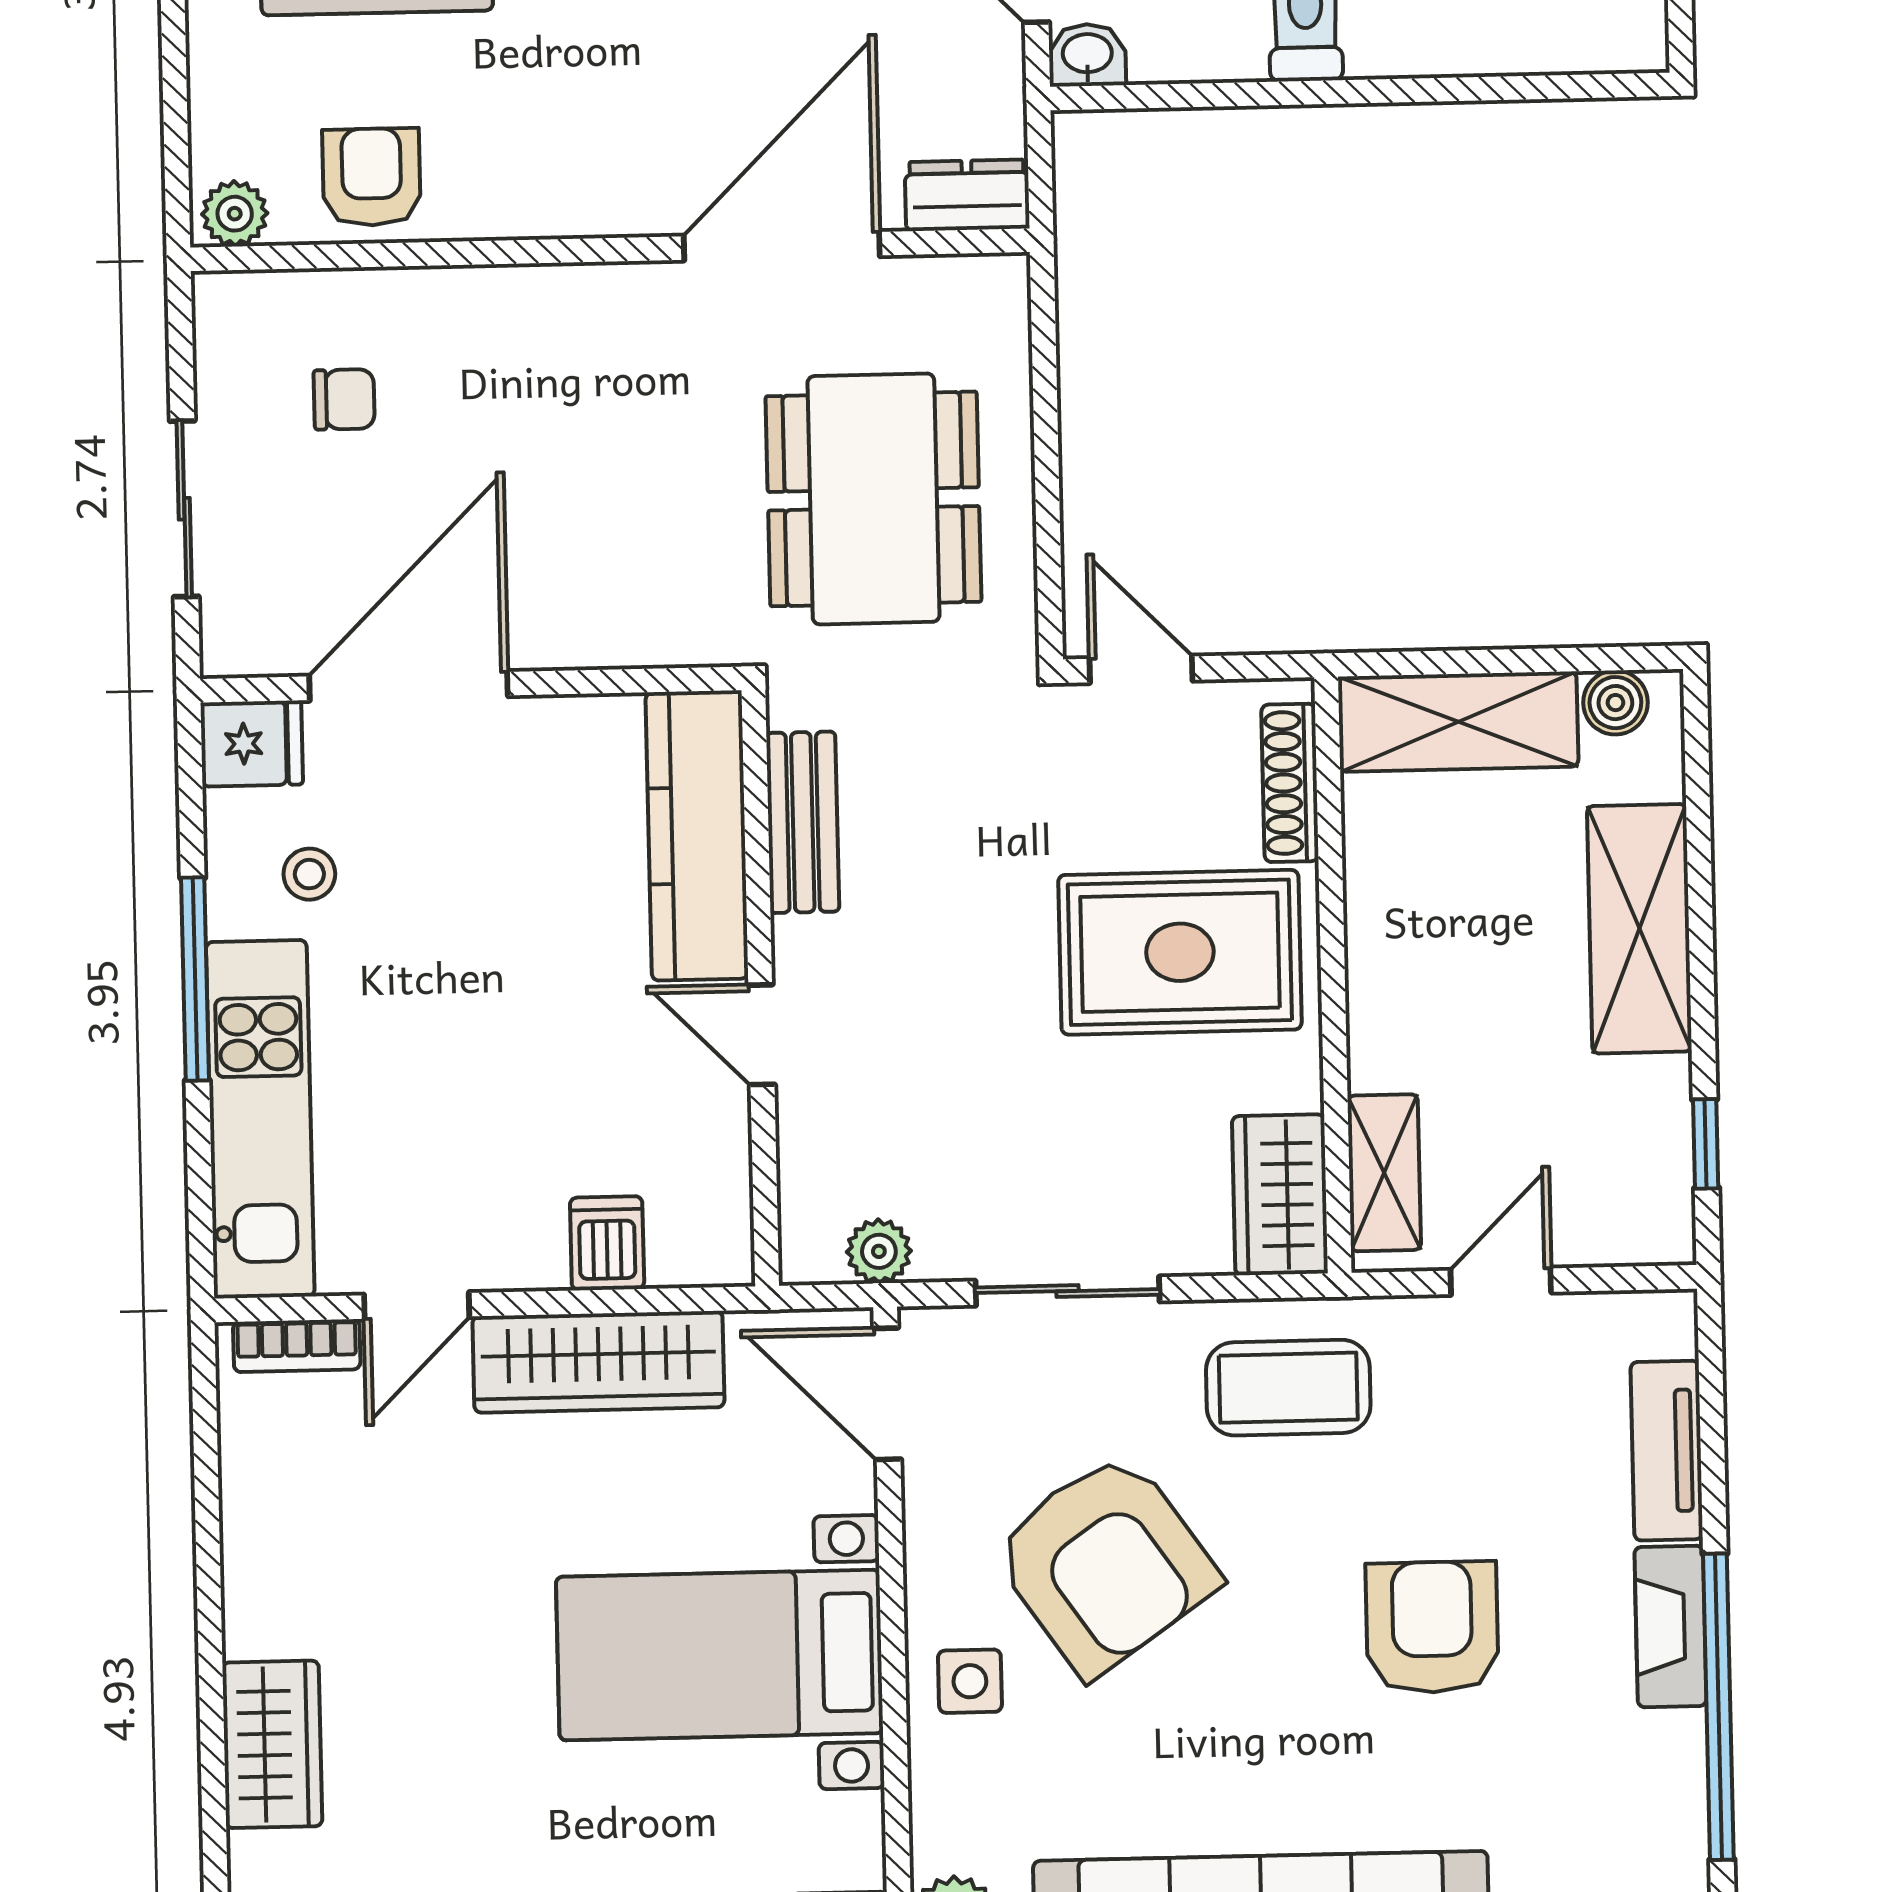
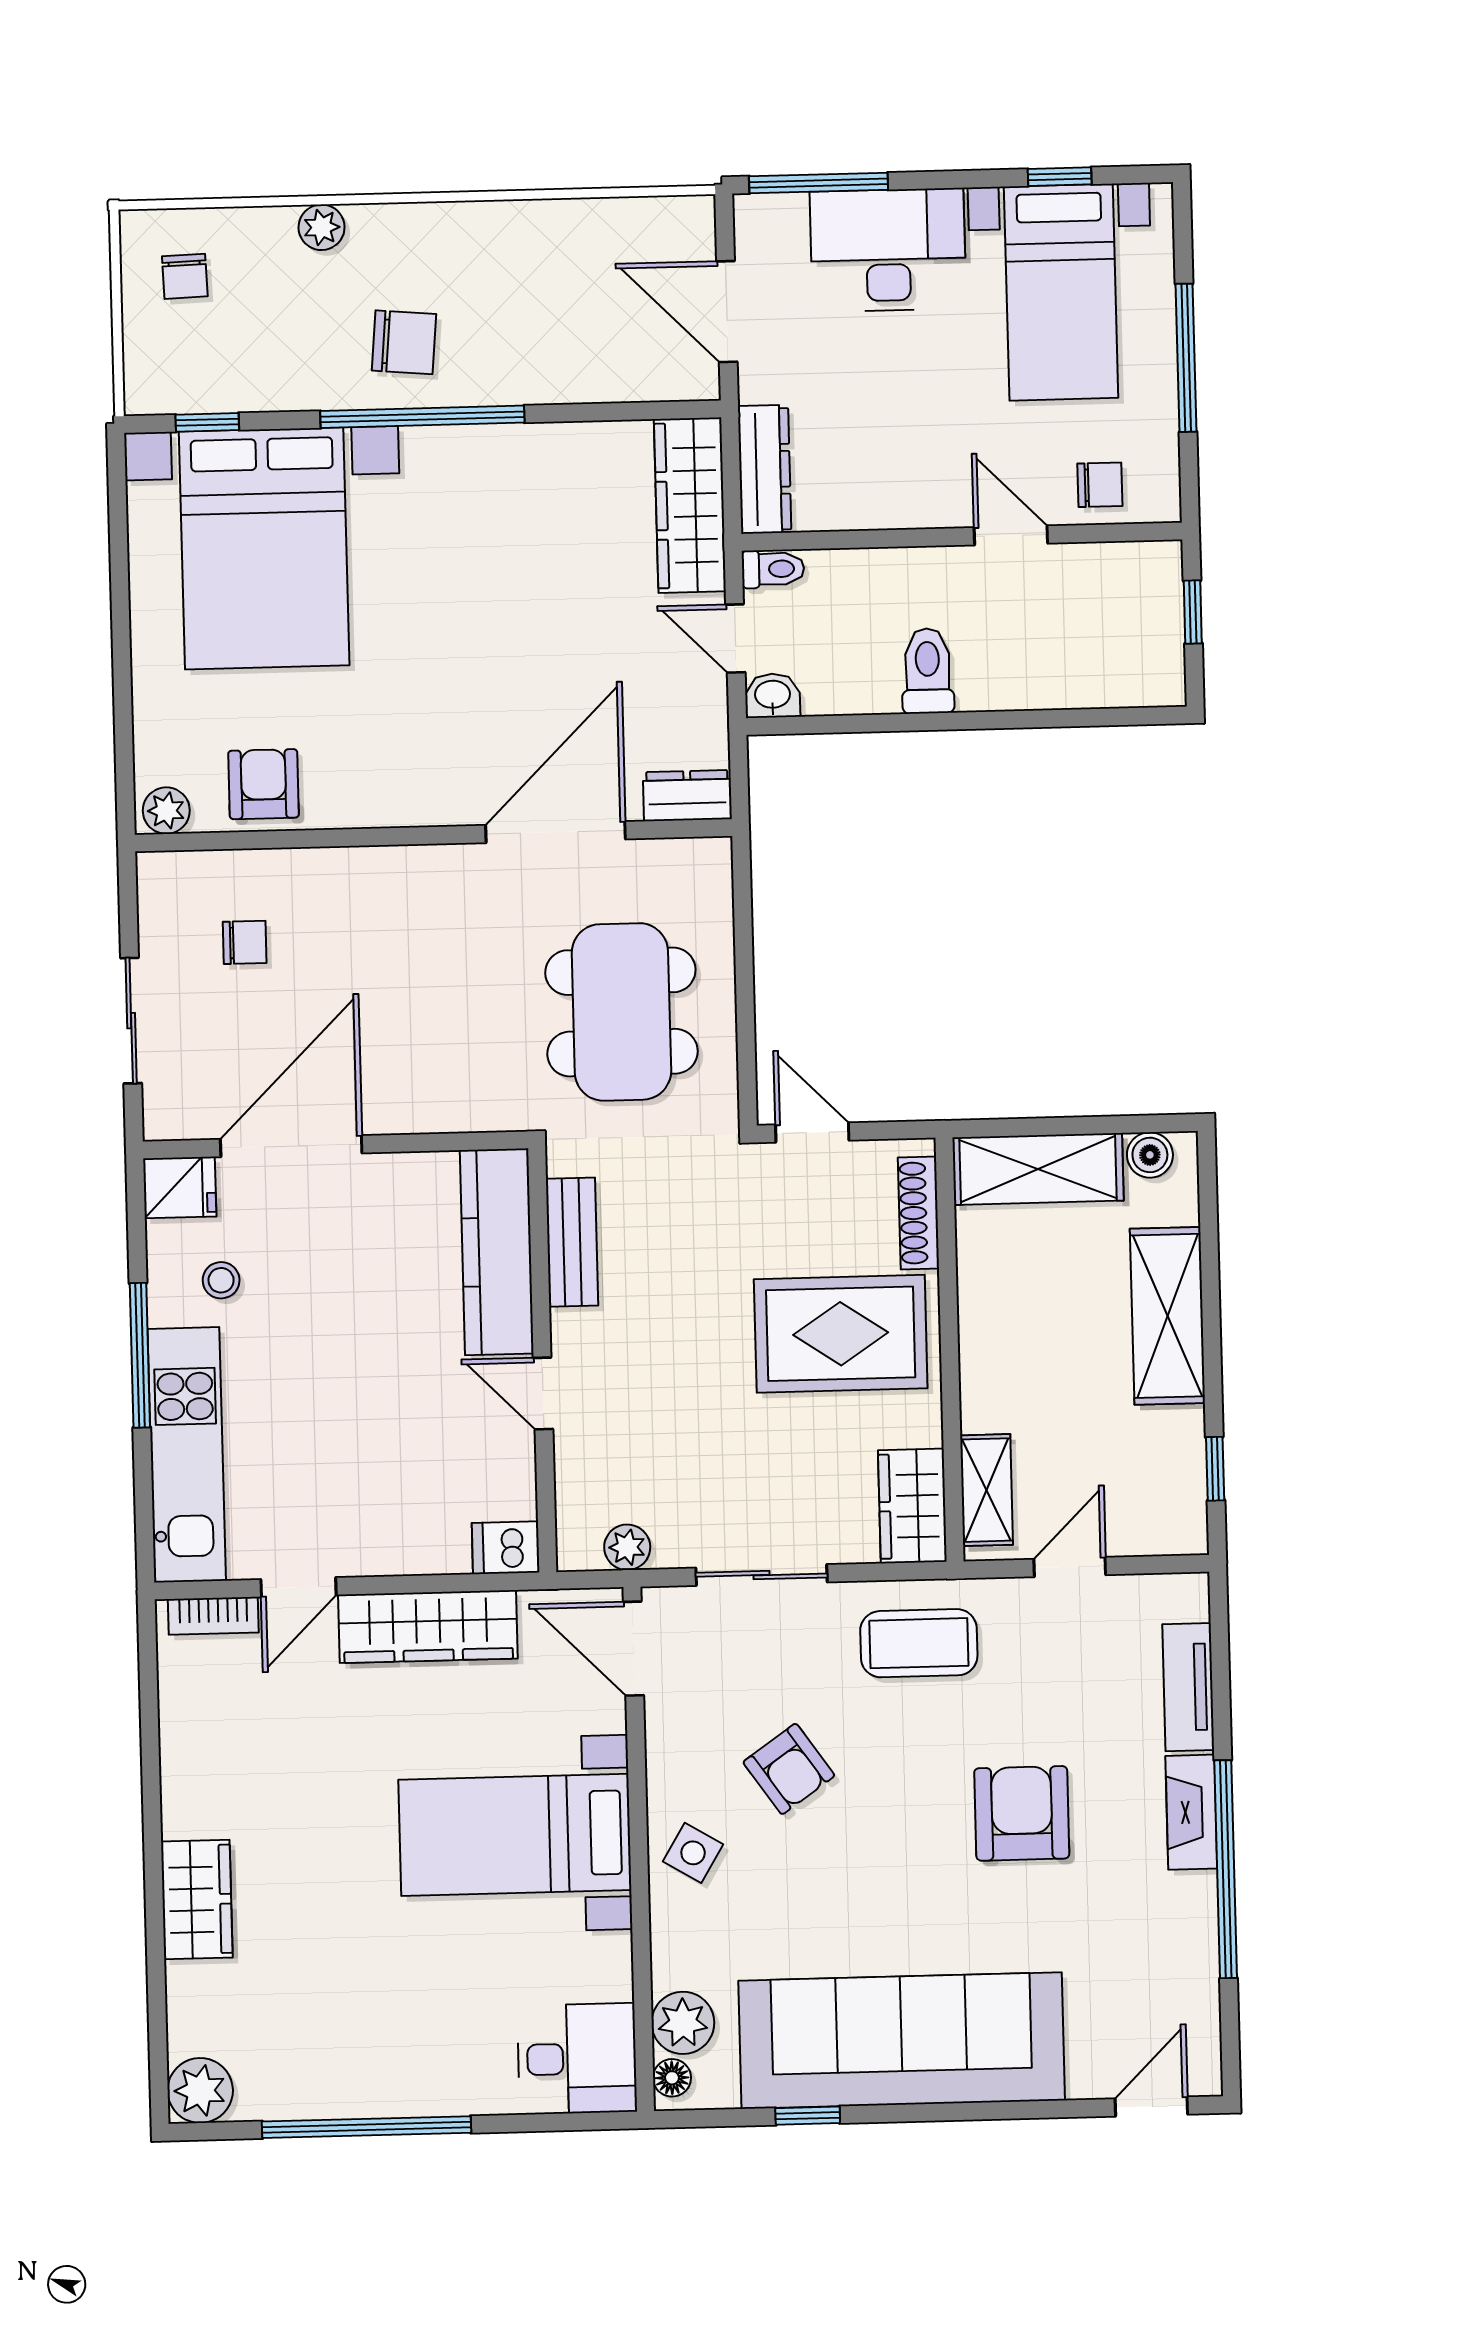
dishwasher: (607, 1243) -> (506, 1548), moved, turned -90
armchair: (1105, 1564) -> (789, 1769), width x0.53, depth x0.53
side table: (970, 1681) -> (693, 1853), turned 31

